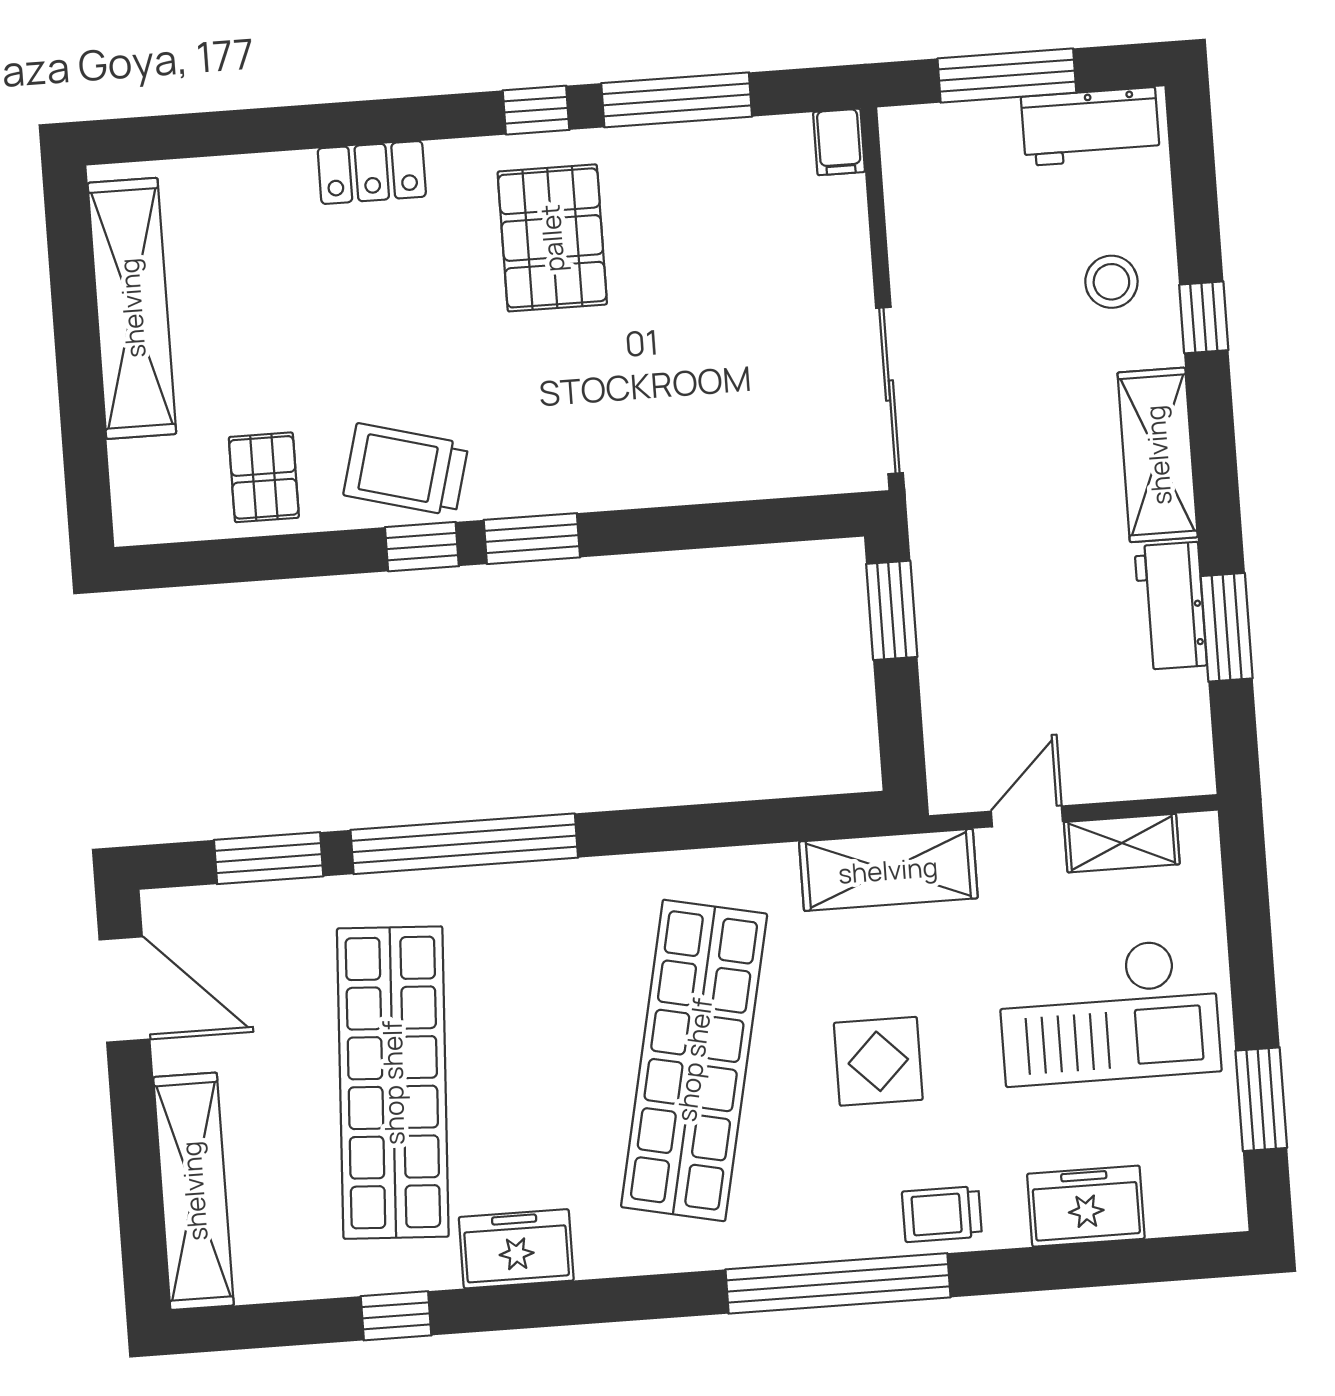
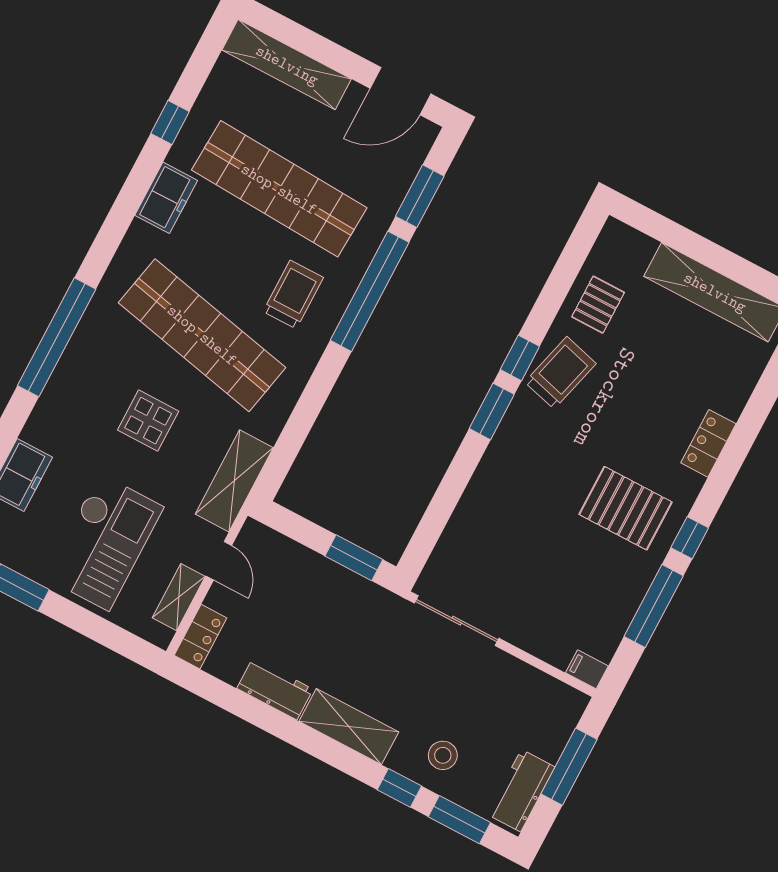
pallet: (264, 477) -> (598, 305), turned 90
window: (1227, 627) -> (459, 820), moved
locker: (1162, 771) -> (201, 637), added
checkout: (1109, 1012) -> (104, 542), turned 180
trolley: (942, 1214) -> (293, 295), moved, width x1.36, depth x1.39

